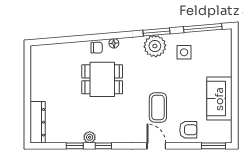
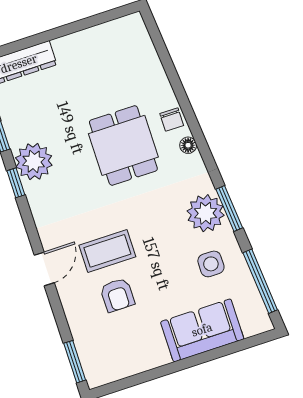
sofa: (219, 99) -> (202, 330), moved
armchair: (188, 130) -> (117, 295), moved
plant: (90, 137) -> (34, 162), width x1.87, depth x1.87

